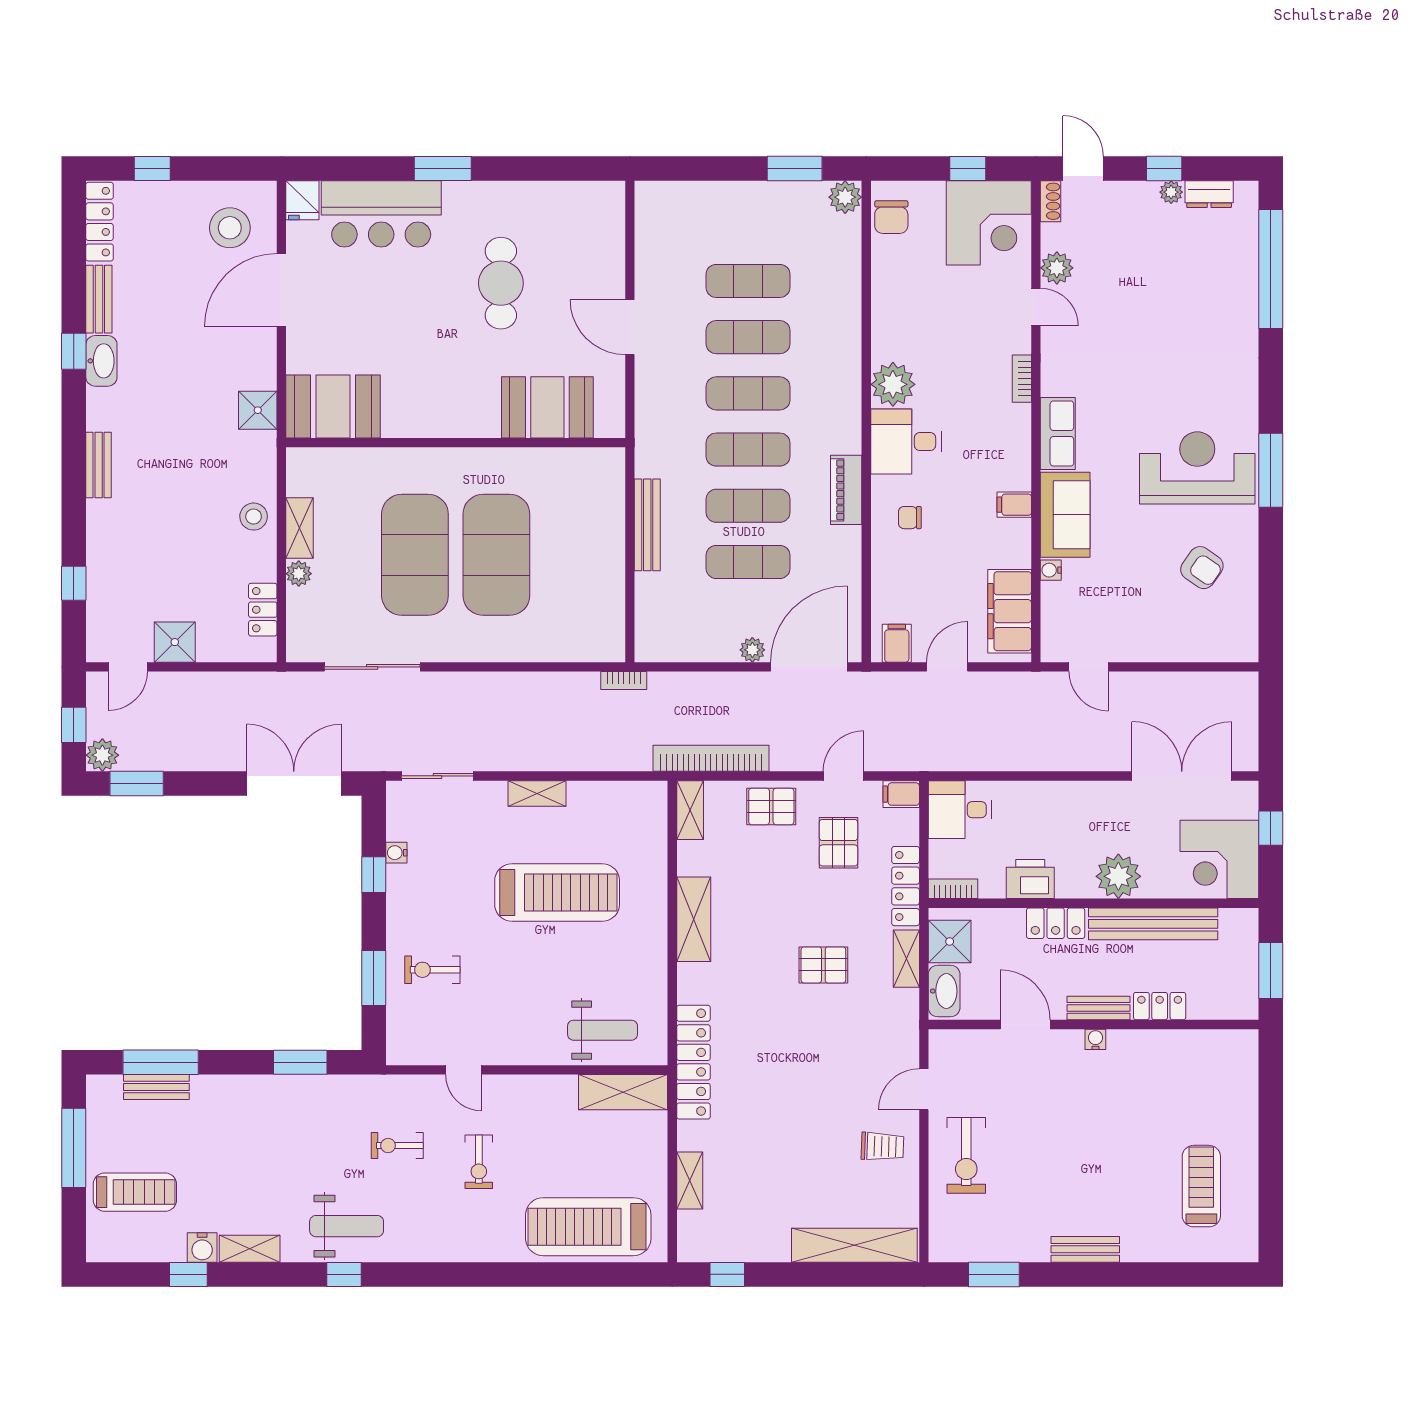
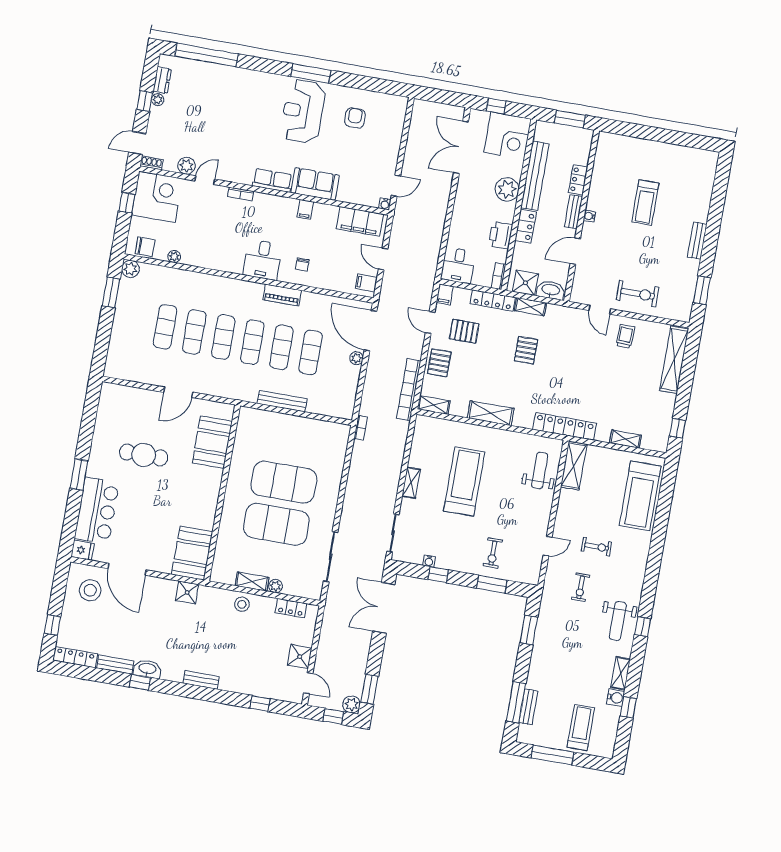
plant: (893, 384) -> (174, 257), moved, width x0.53, depth x0.53
armchair: (1202, 568) -> (355, 118), turned -35
water cooler: (1051, 570) -> (385, 204), moved
treadmill: (1201, 1186) -> (645, 203), moved, turned -90
weight bench: (347, 1226) -> (618, 621), turned 180

